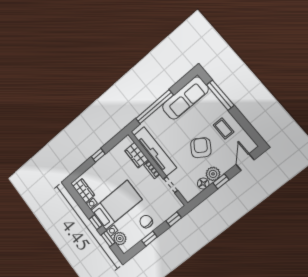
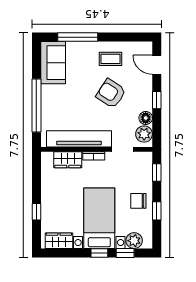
sofa: (185, 98) -> (53, 63), width x0.73
window: (98, 155) -> (36, 212), moved
plant: (213, 174) -> (144, 134), moved

